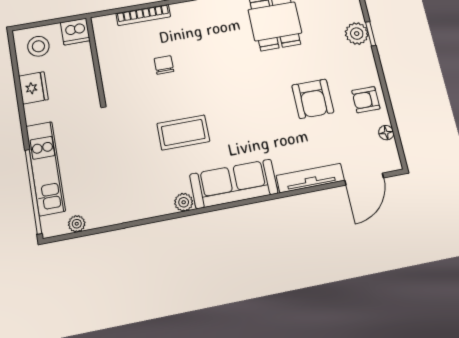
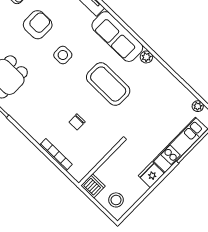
fridge: (33, 88) -> (151, 175), moved
side table: (256, 103) -> (63, 55), added
coffee table: (183, 132) -> (108, 84), width x1.36, depth x1.32

